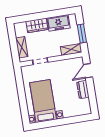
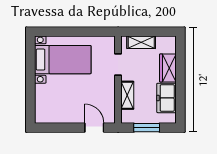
shelving: (71, 49) -> (127, 95), moved
dresser: (83, 90) -> (70, 117), removed

